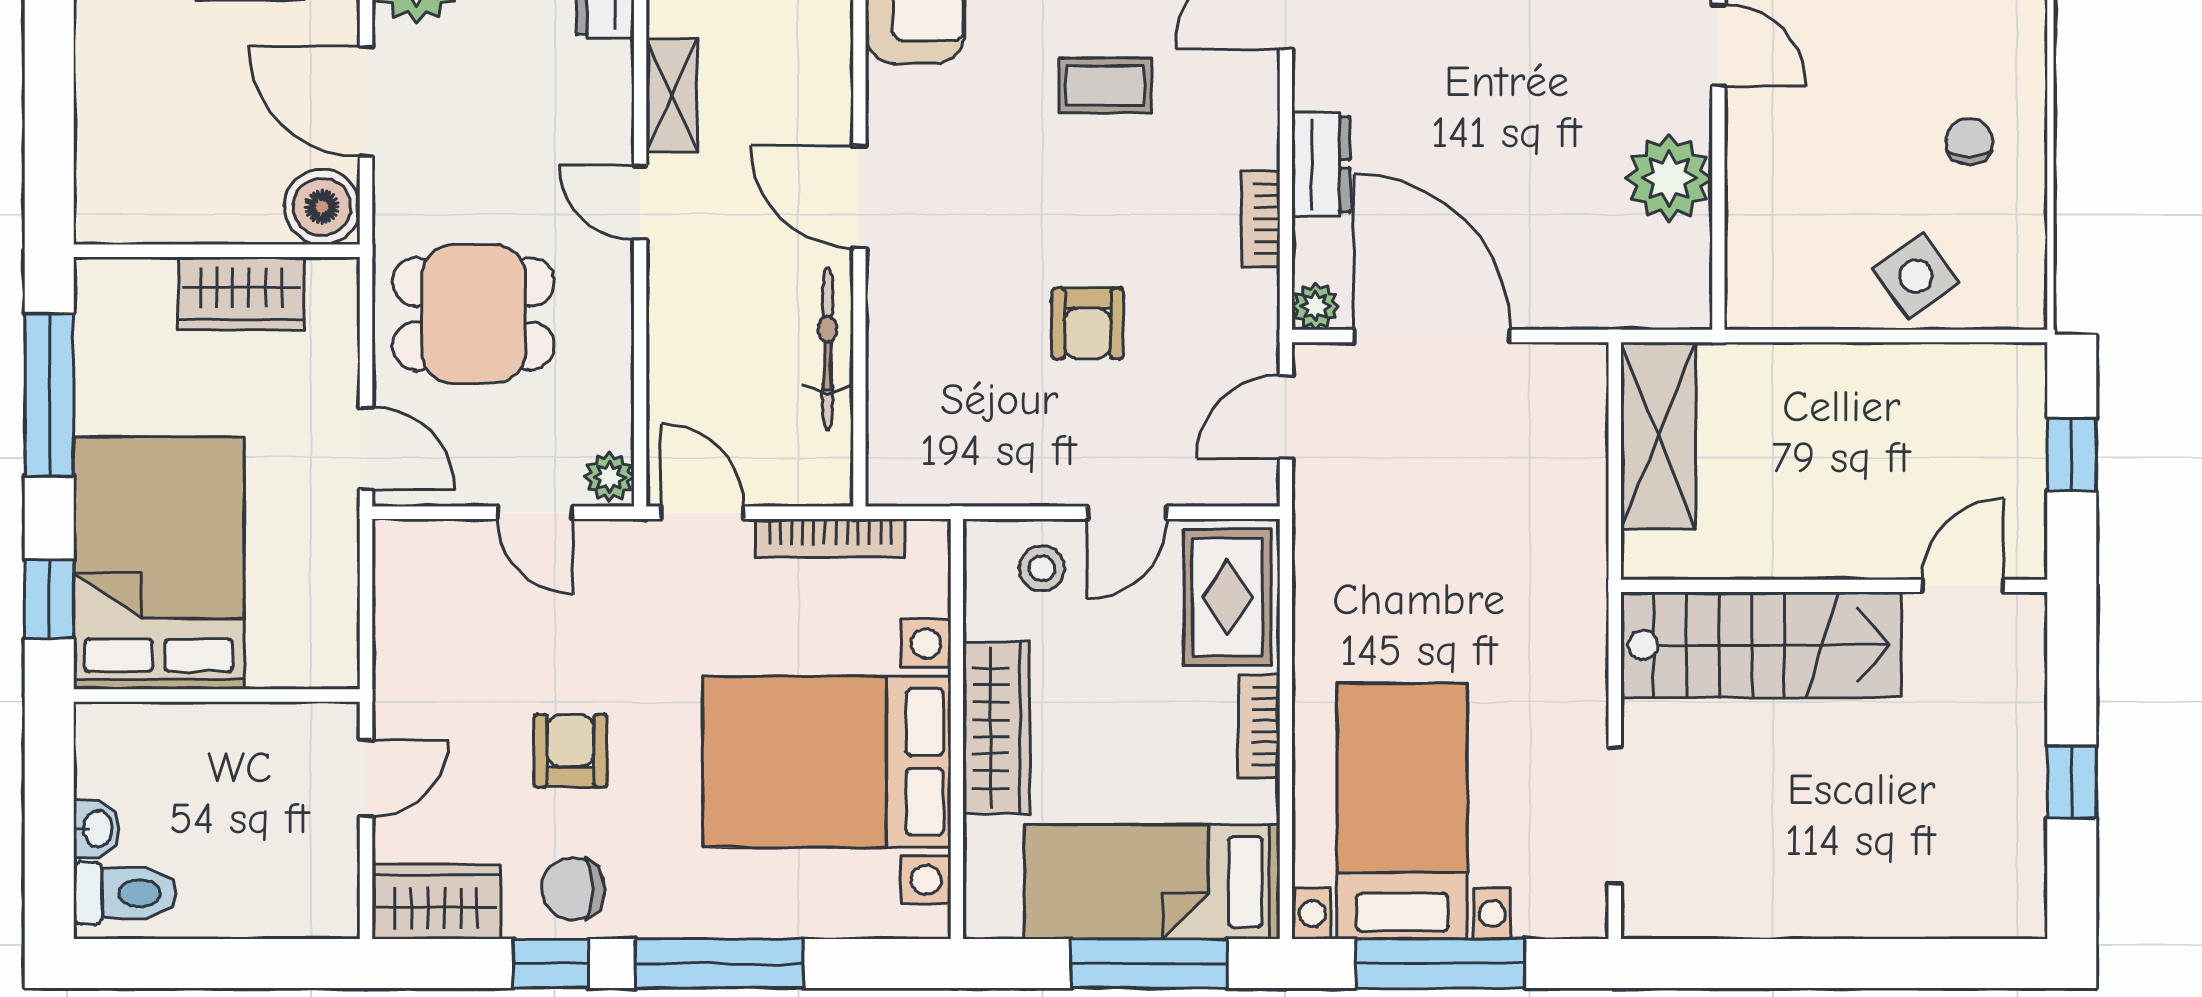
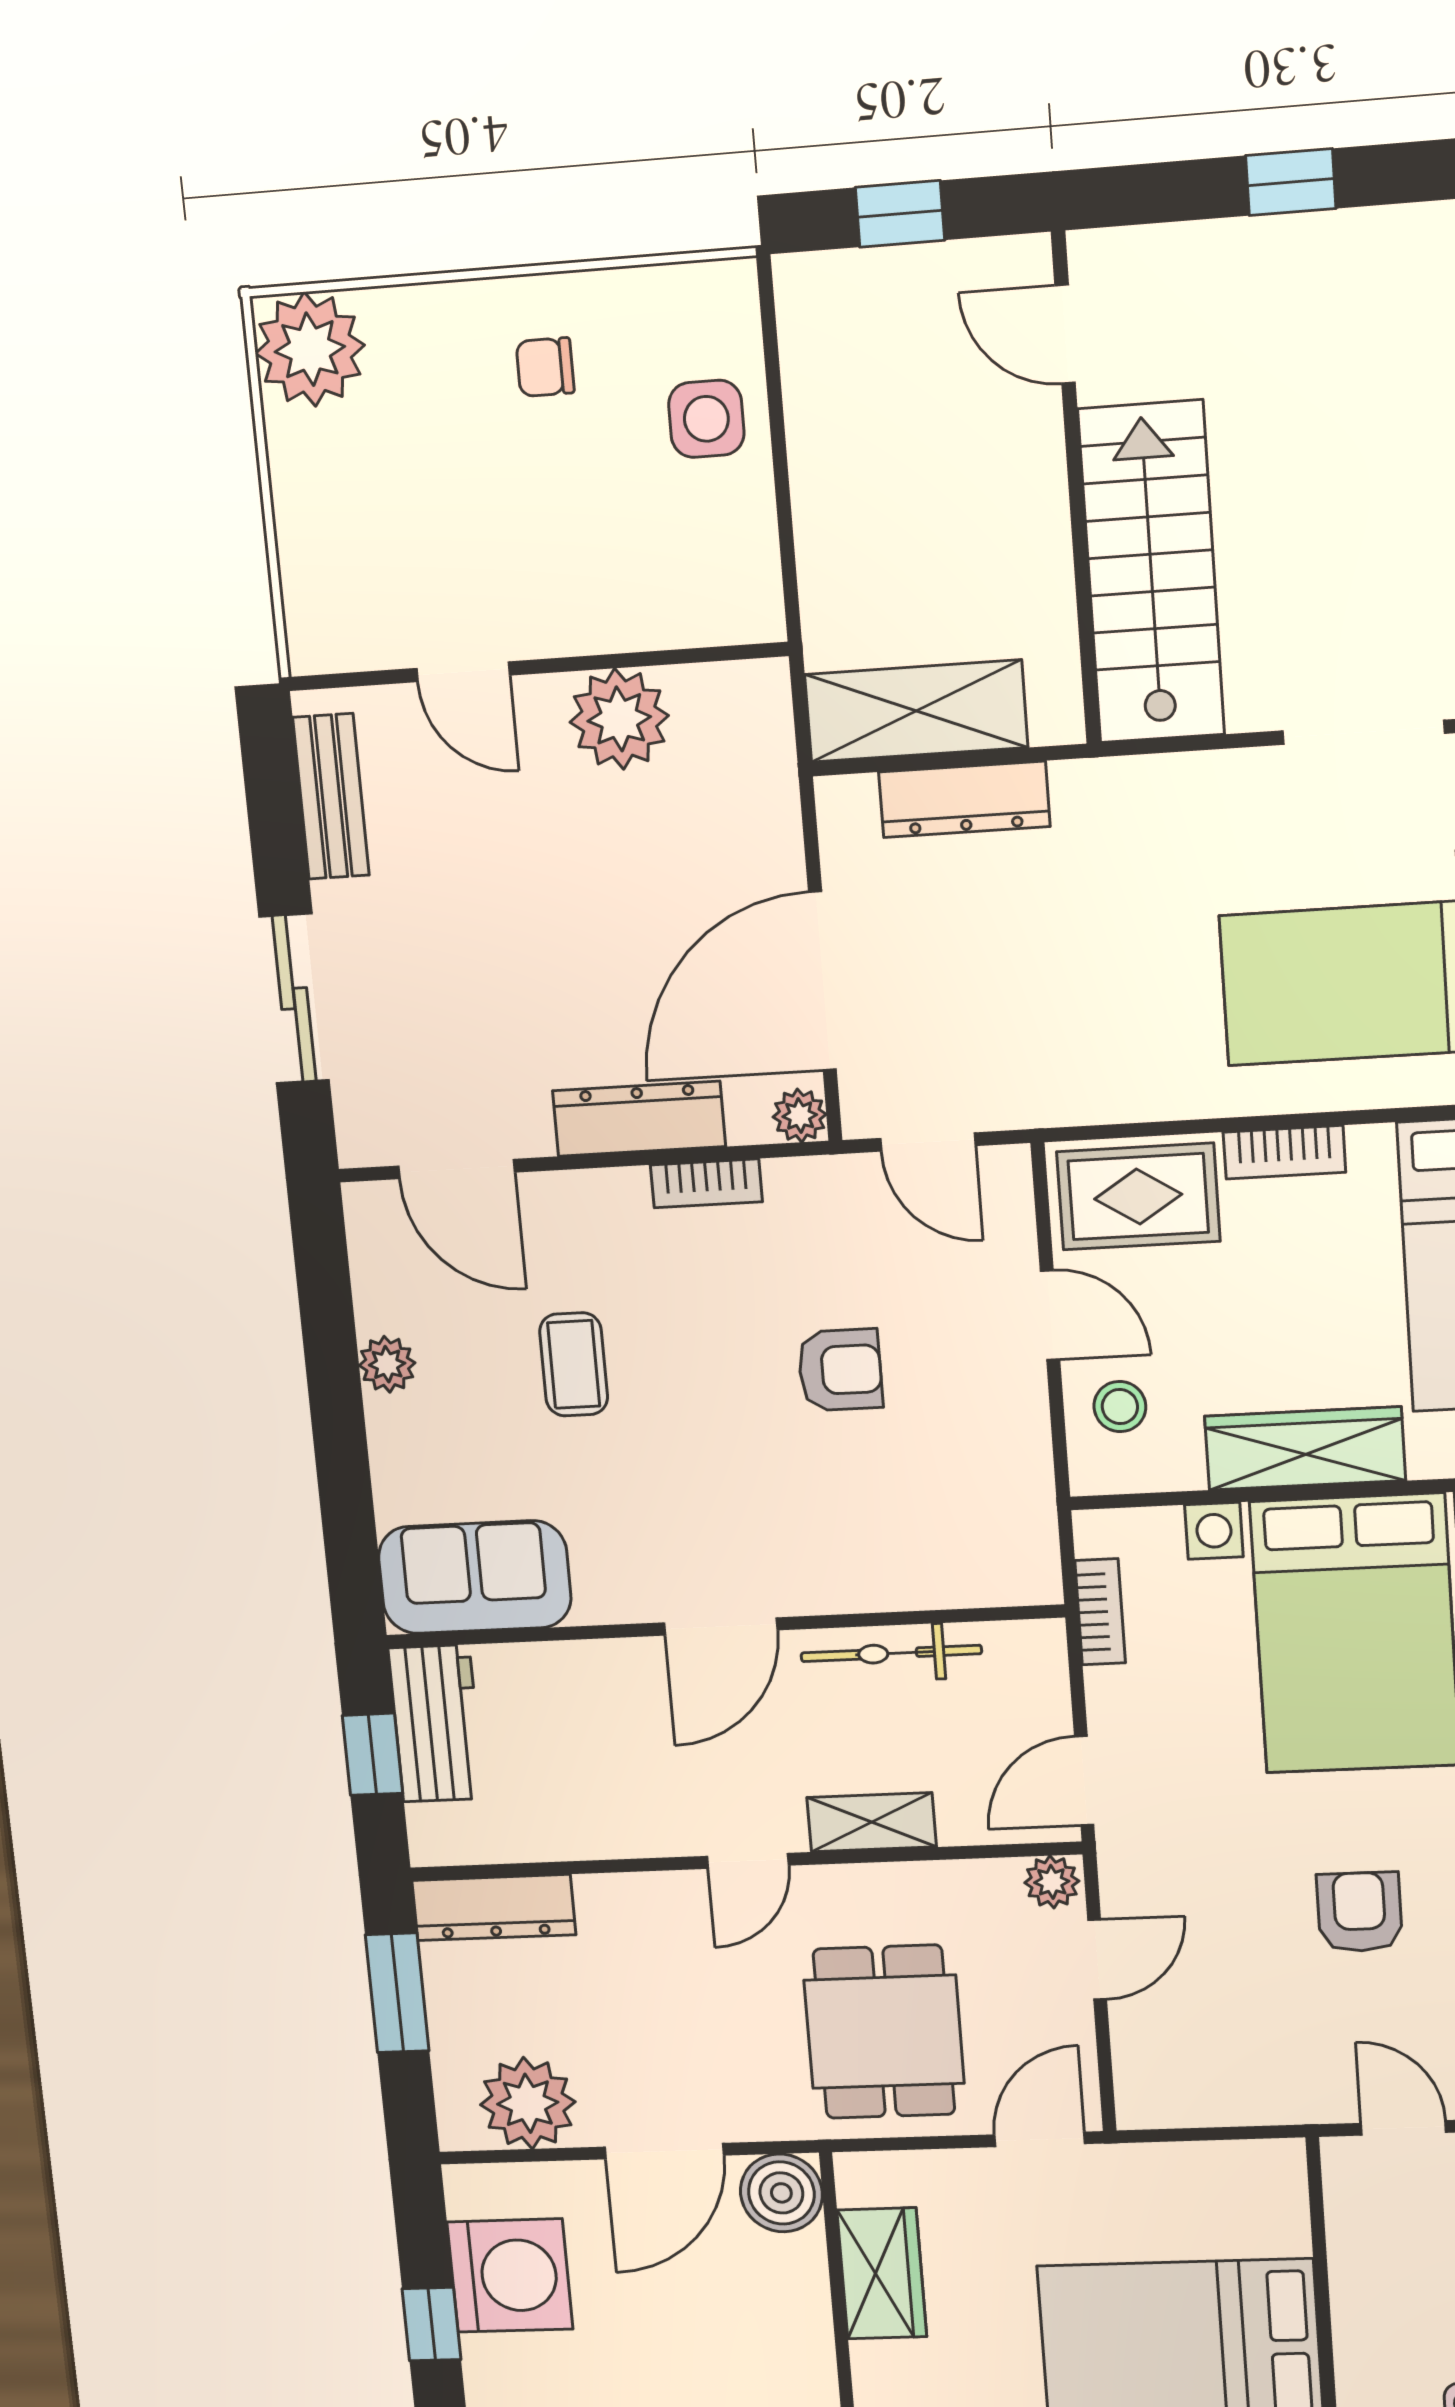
door: (1718, 45) -> (463, 672), swing flipped
shelving: (672, 95) -> (872, 1822), moved
dresser: (1321, 164) -> (639, 1119), width x1.44
side table: (1916, 276) -> (706, 419), turned 36
dresser: (1581, 471) -> (964, 799), added
bookcase: (830, 538) -> (1100, 1612), width x0.64
armchair: (570, 751) -> (1360, 1912), turned 90

